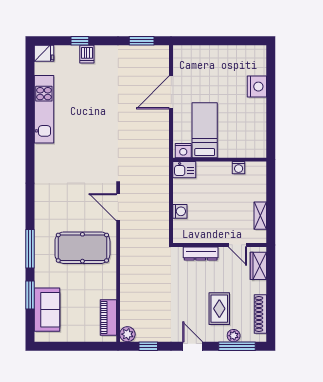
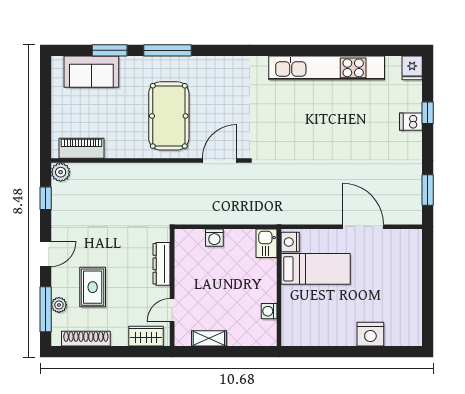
kitchen unit: (44, 109) -> (327, 68), width x1.36
rug: (219, 309) -> (93, 287), turned 90

